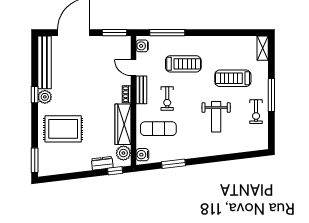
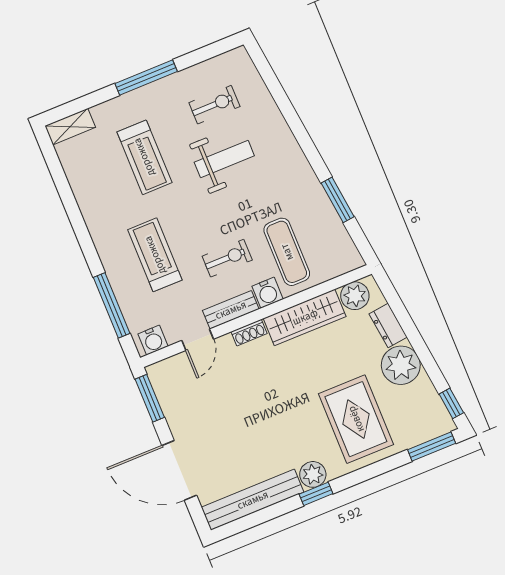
exercise bike: (256, 112) -> (214, 105), moved
water cooler: (142, 155) -> (268, 293), moved
plant: (80, 162) -> (401, 365), added
window: (115, 171) -> (451, 403), moved

